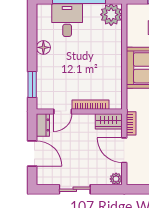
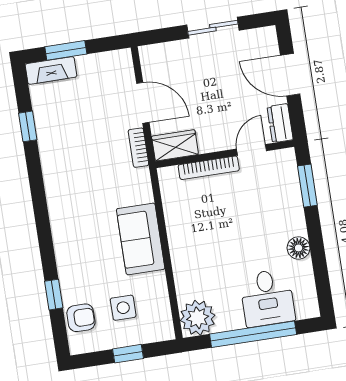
plant: (116, 179) -> (149, 55), removed

